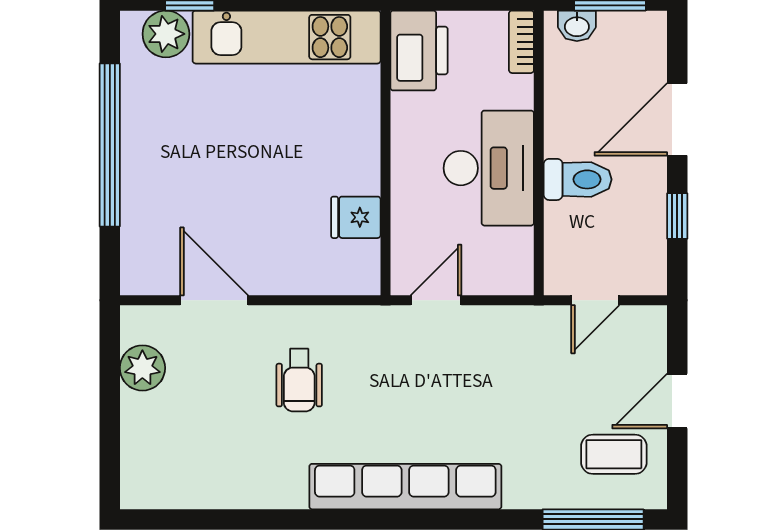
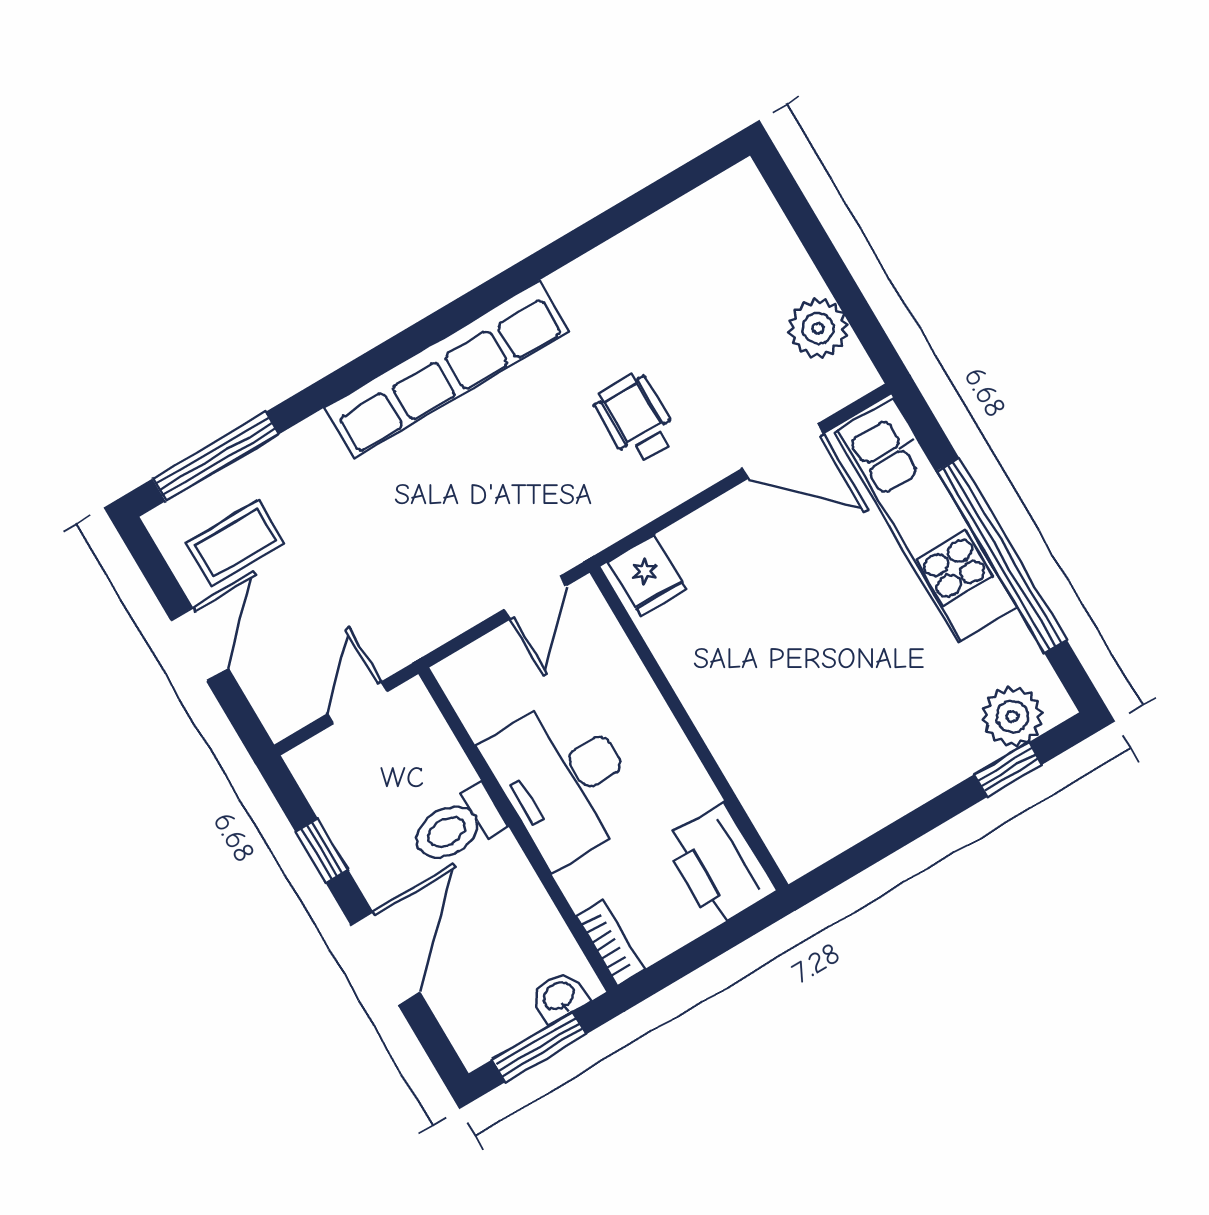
kitchen unit: (287, 37) -> (926, 520), moved, turned -90
fridge: (356, 217) -> (647, 576), moved, turned 90

